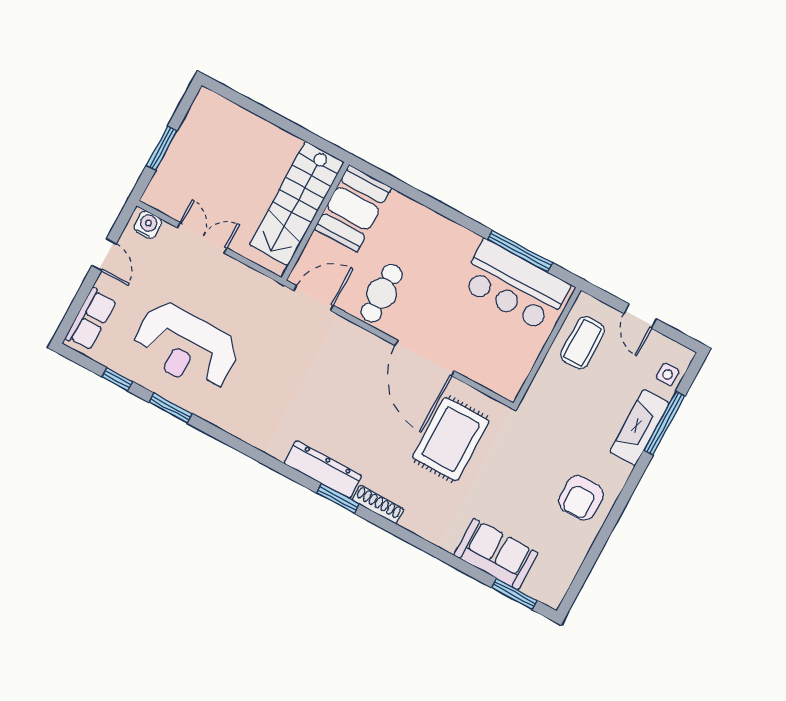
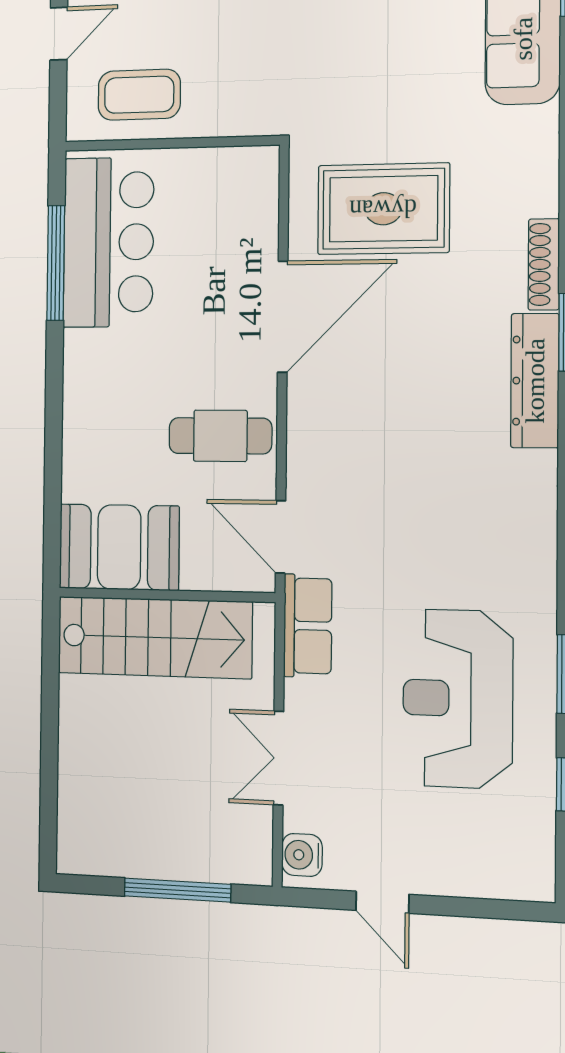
window: (162, 148) -> (177, 890), width x1.44
door: (104, 255) -> (382, 902), swing flipped
row of seats: (91, 319) -> (308, 626), moved, turned 90
reception desk: (186, 347) -> (458, 699), turned 180

